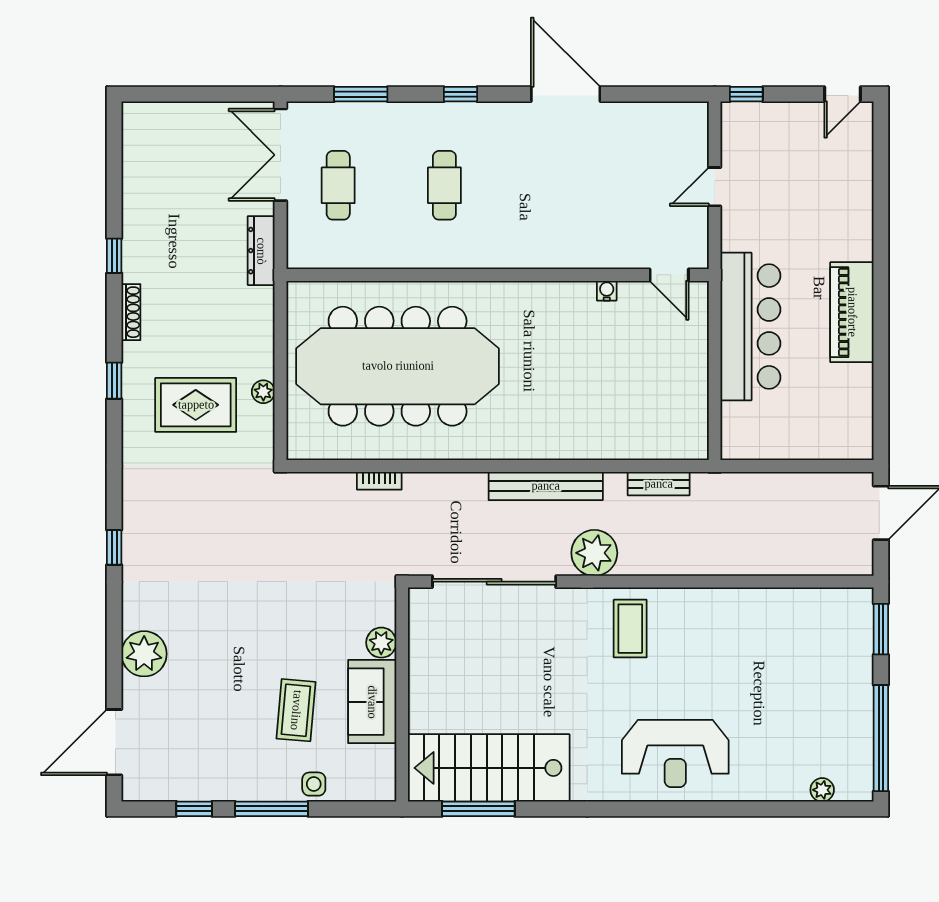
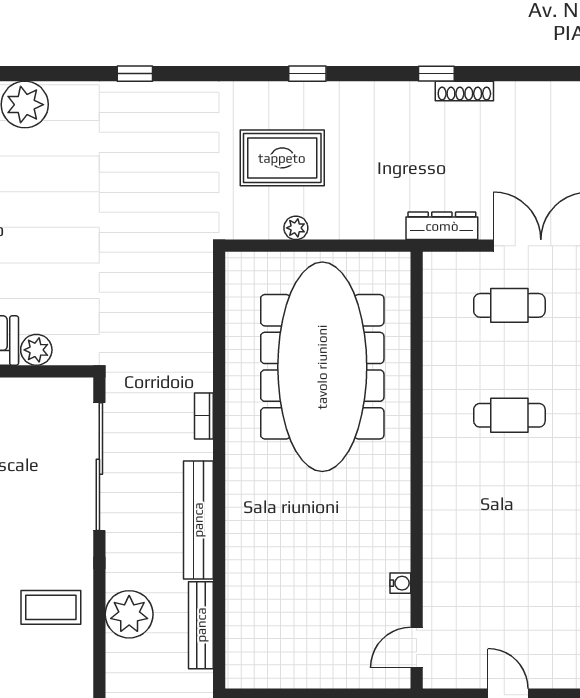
shoe rack: (131, 312) -> (464, 91), moved
rug: (196, 405) -> (282, 158), turned 90
bookcase: (379, 481) -> (204, 416), moved
bench: (659, 484) -> (201, 625), width x1.36
plant: (594, 553) -> (129, 614), moved

